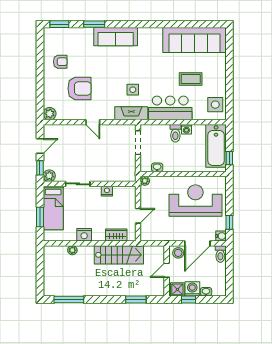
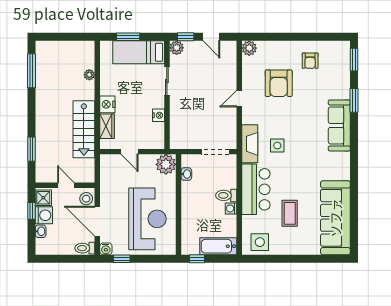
bathtub: (216, 146) -> (218, 246), width x0.73, depth x0.73
plant: (145, 181) -> (166, 164), width x1.87, depth x1.87
nightstand: (84, 235) -> (107, 104), moved

